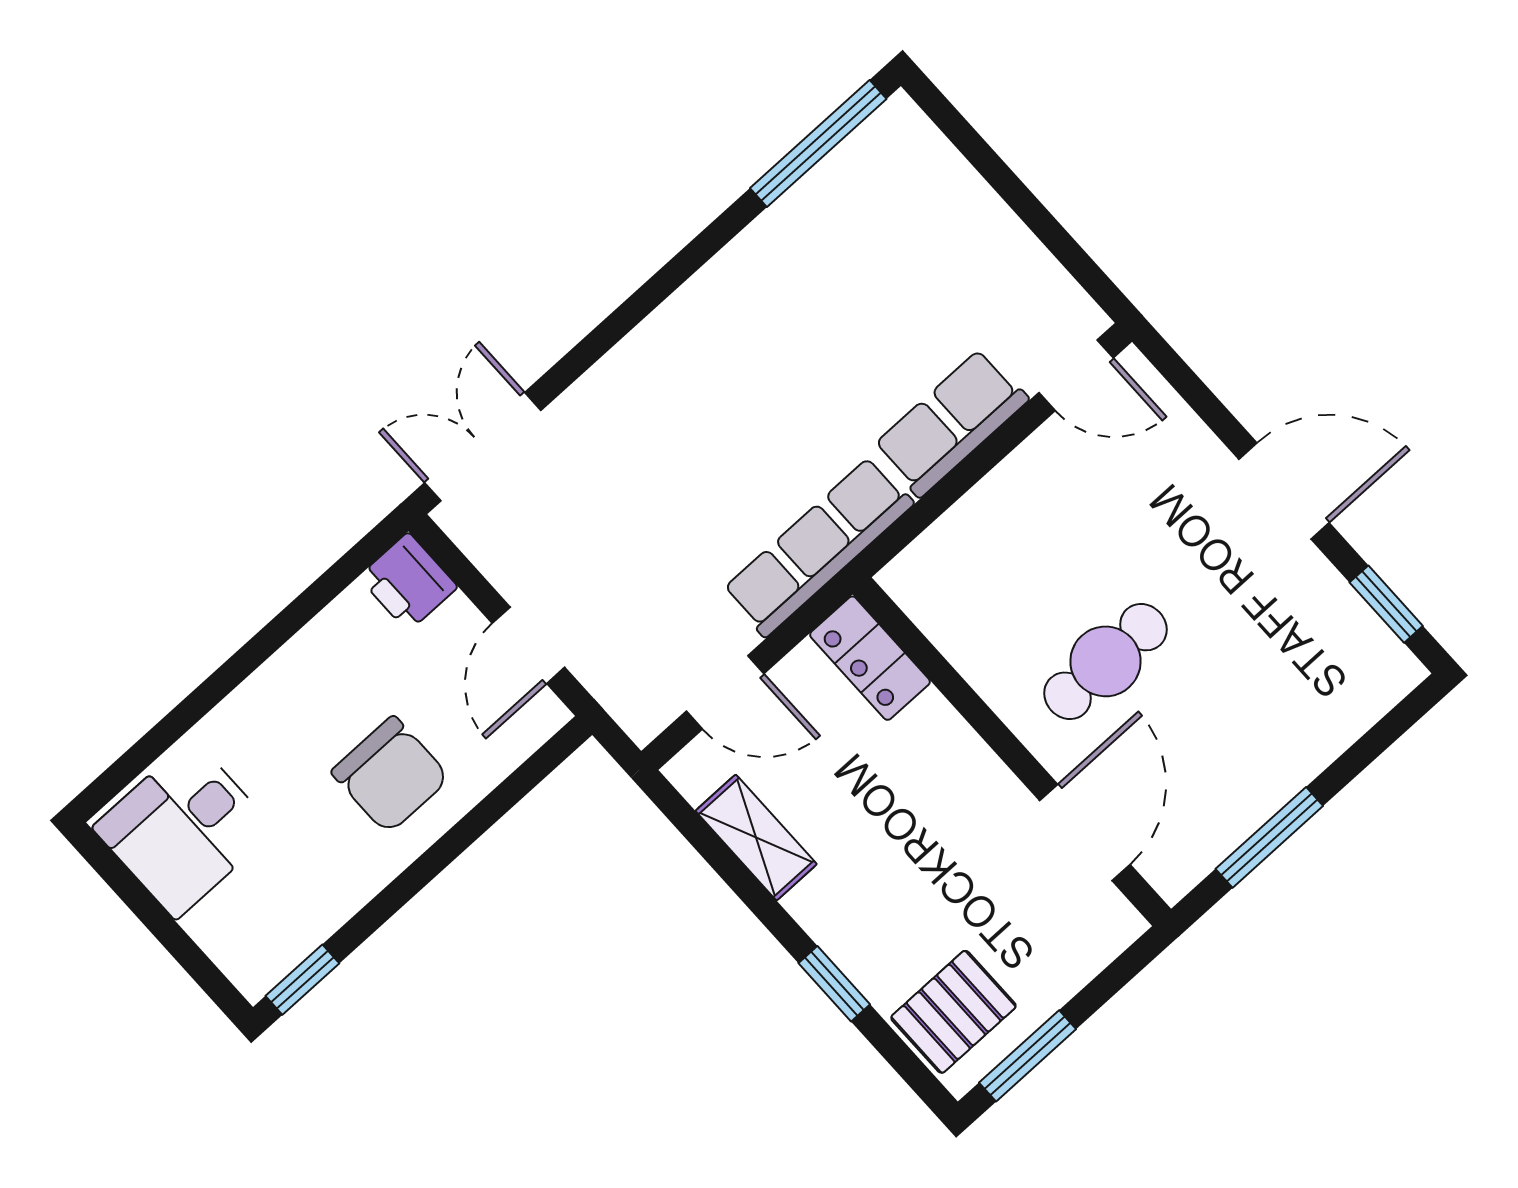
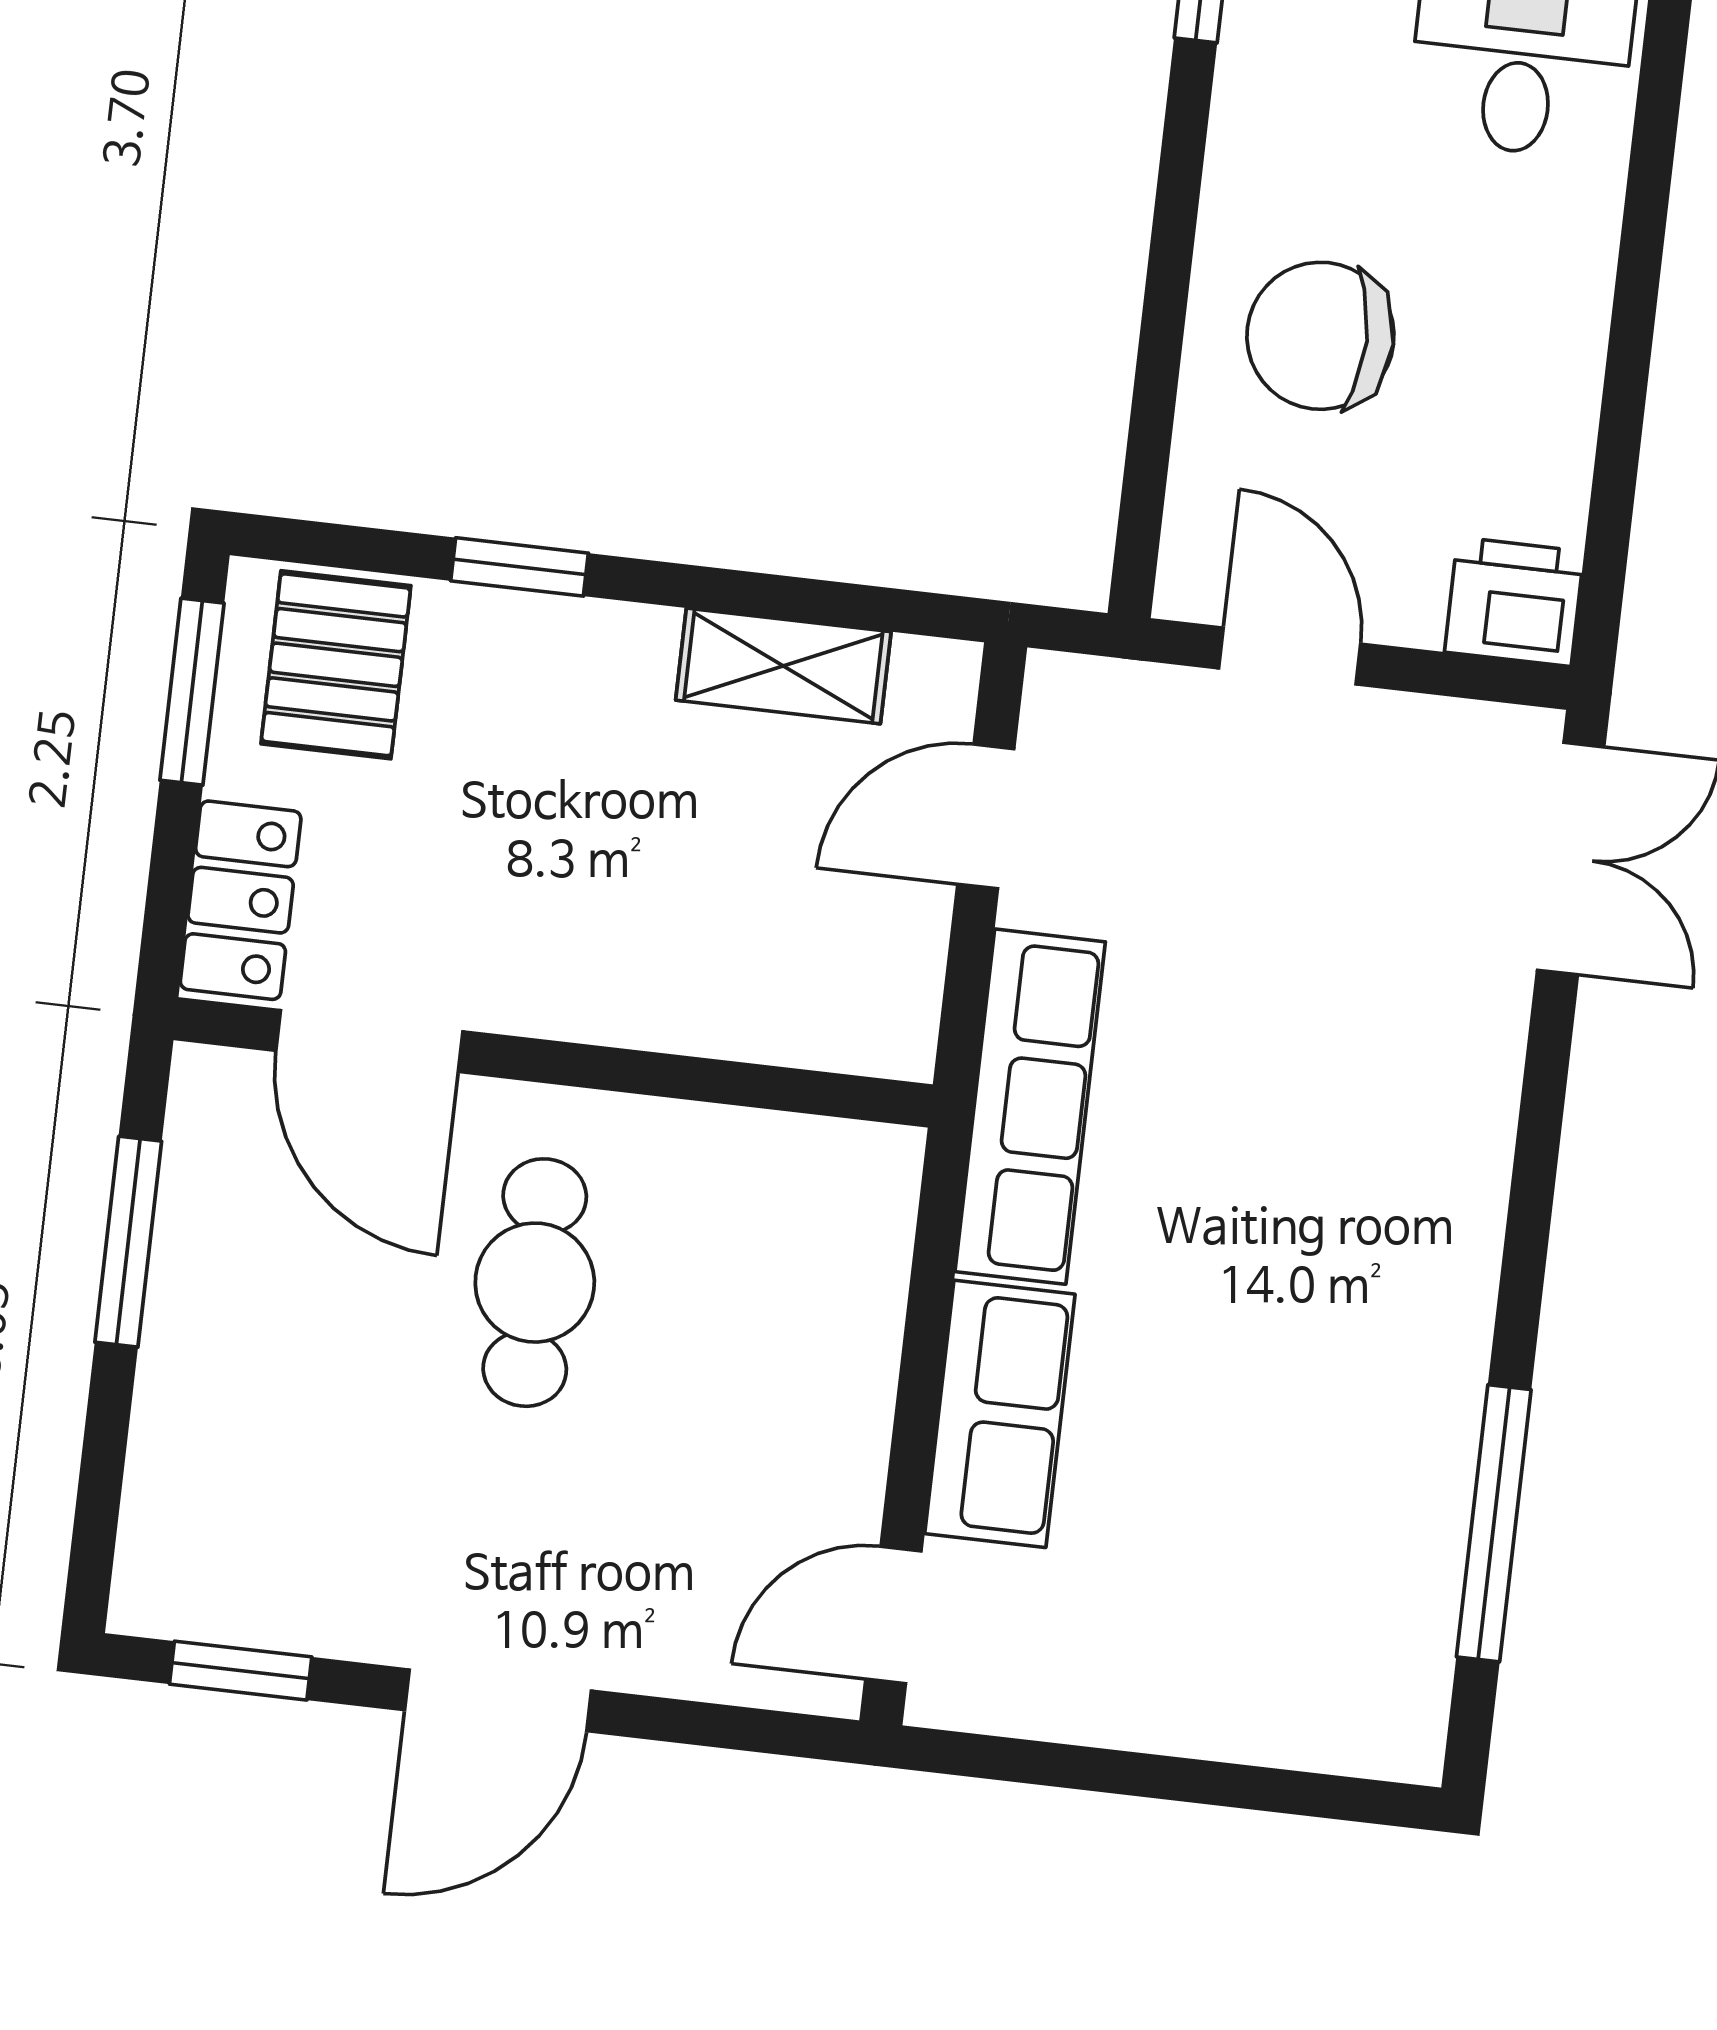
window: (818, 144) -> (1494, 1523), moved
locker: (870, 658) -> (241, 900), moved, turned 90

